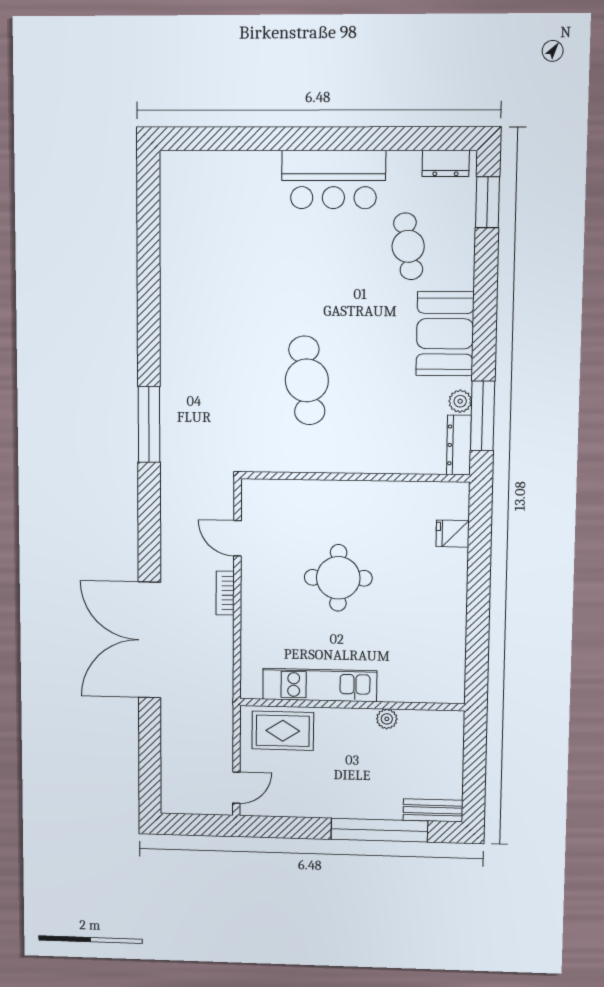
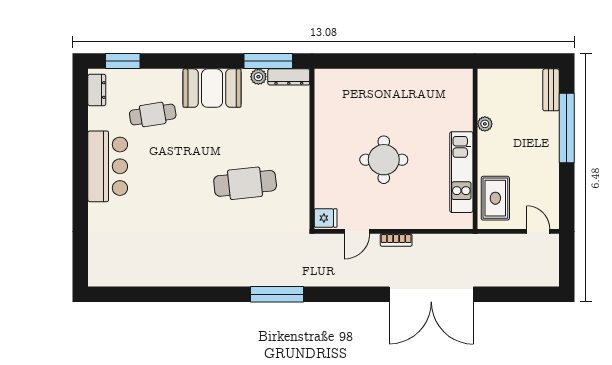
fridge: (453, 534) -> (326, 218), moved, turned -90

